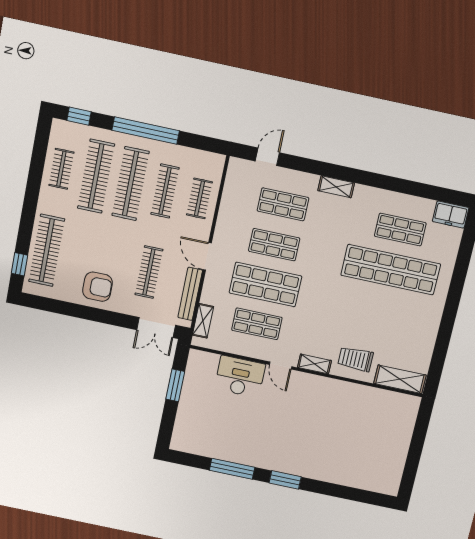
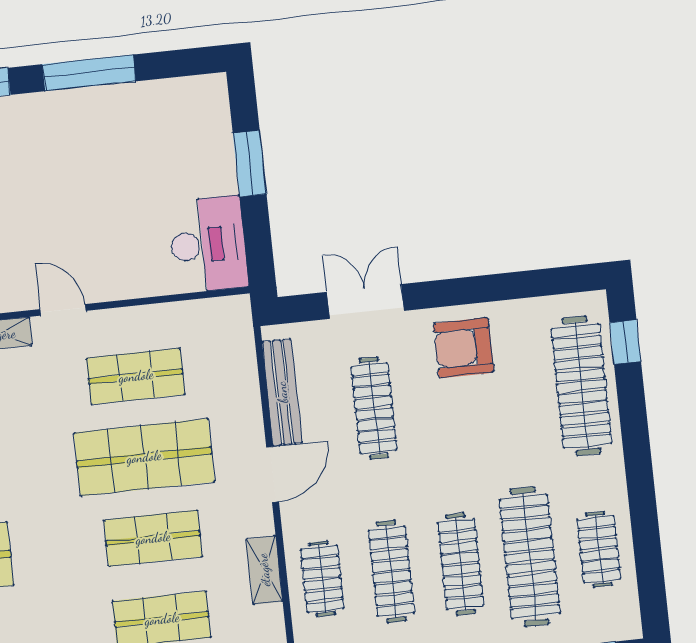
clothes rail: (131, 184) -> (461, 564), width x0.73, depth x0.76
door: (207, 256) -> (273, 475), hinge flipped
shelving: (203, 321) -> (264, 570), moved
double door: (156, 327) -> (365, 301), moved
desk: (240, 377) -> (208, 244), moved, turned -90
window: (175, 385) -> (250, 164), moved

